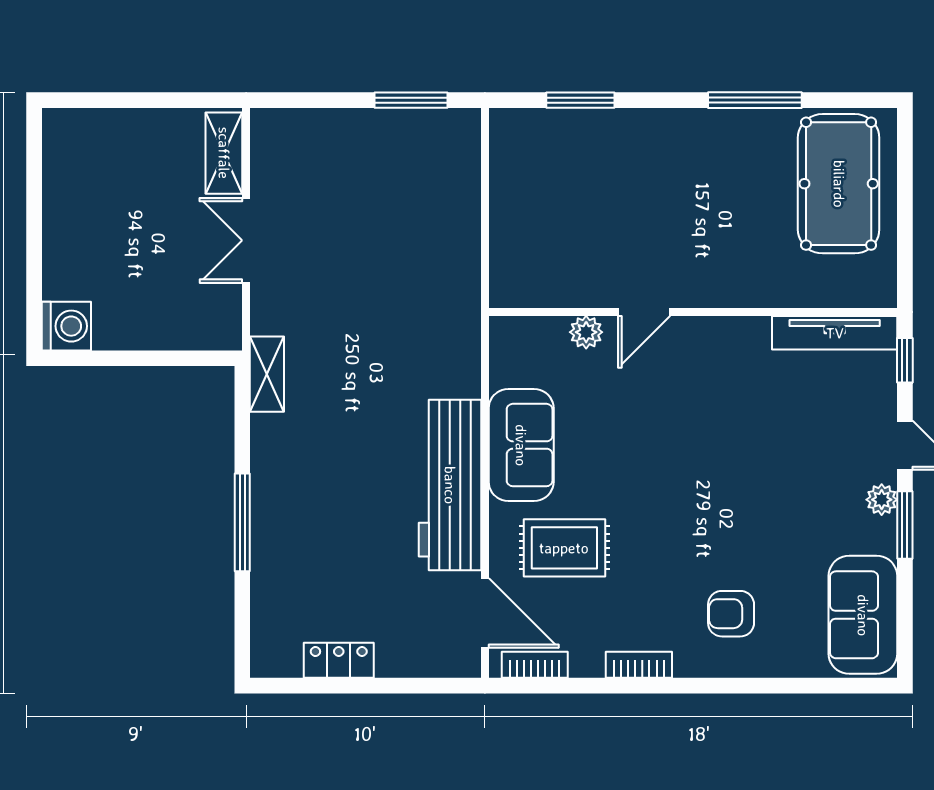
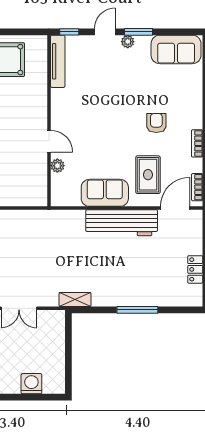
washing machine: (66, 326) -> (31, 384), moved
armchair: (731, 614) -> (156, 123), moved, turned 180

